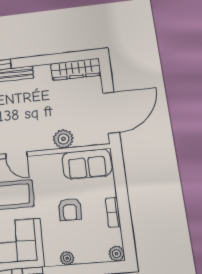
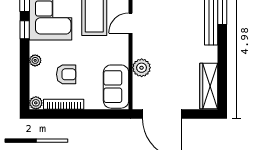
armchair: (70, 209) -> (66, 74), moved, turned 180
bookcase: (113, 212) -> (64, 104), width x1.56

